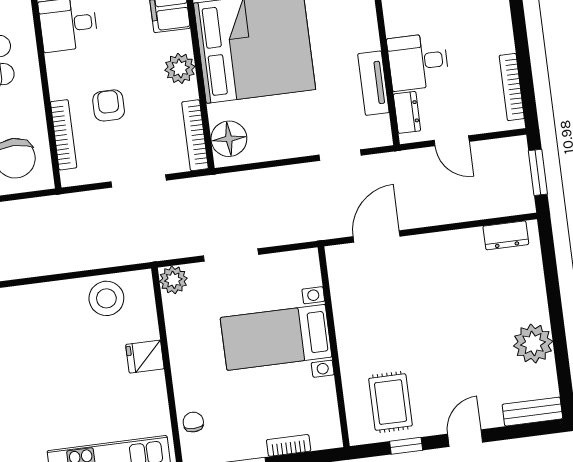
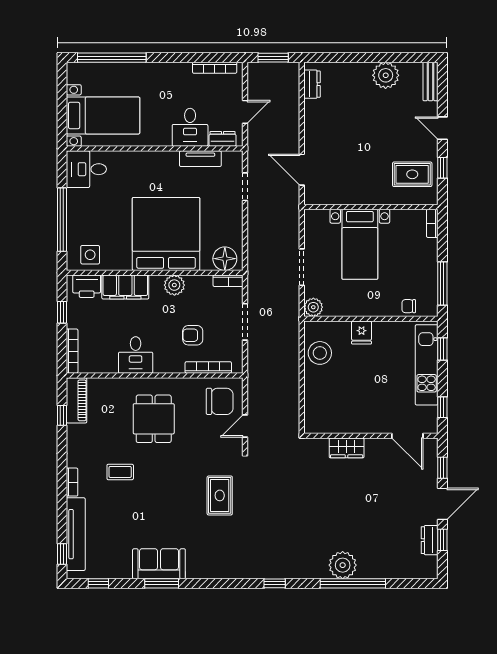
bookcase: (195, 135) -> (228, 281), width x0.64
bookcase: (289, 445) -> (432, 223), moved

